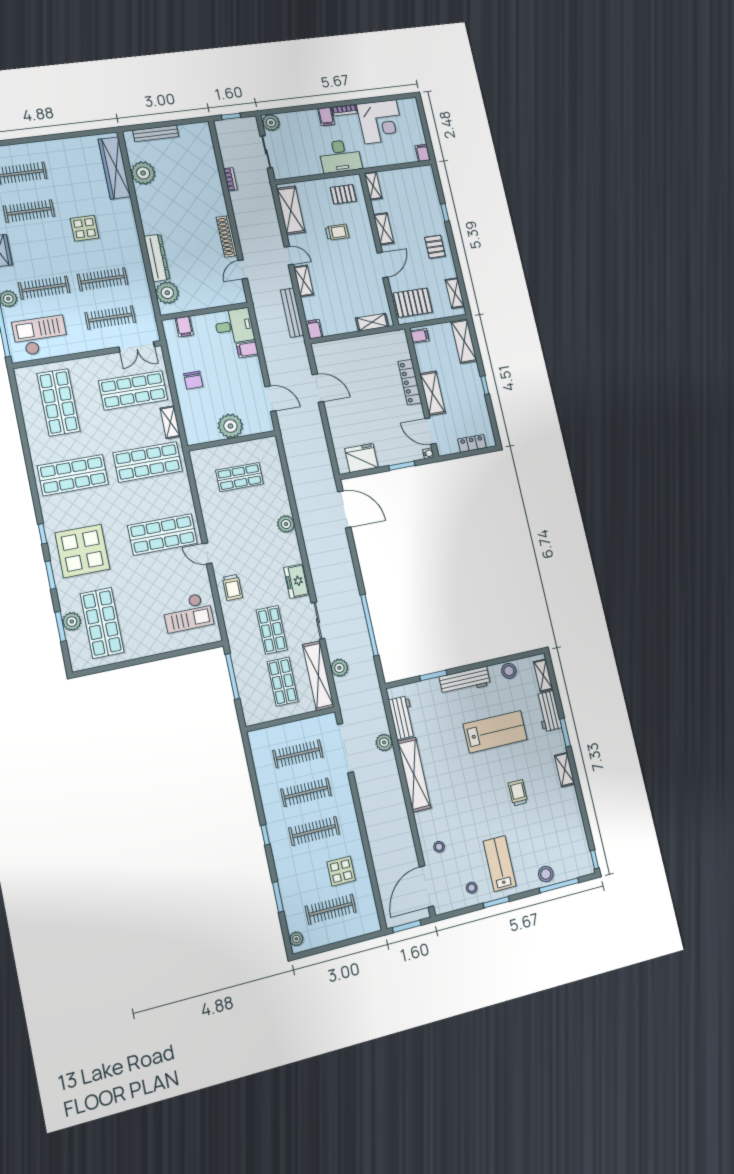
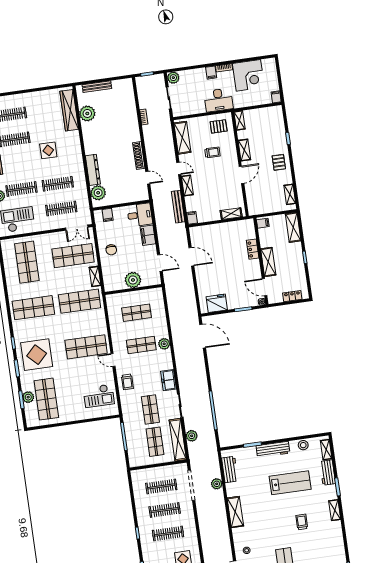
door: (243, 269) -> (148, 178), swing flipped
pallet: (413, 303) -> (260, 201), removed
filing cabinet: (247, 349) -> (148, 235), width x2.00
locker: (410, 382) -> (253, 249), width x0.66
shop shelf: (250, 528) -> (141, 345), added
shelving: (414, 775) -> (235, 512), width x0.68

